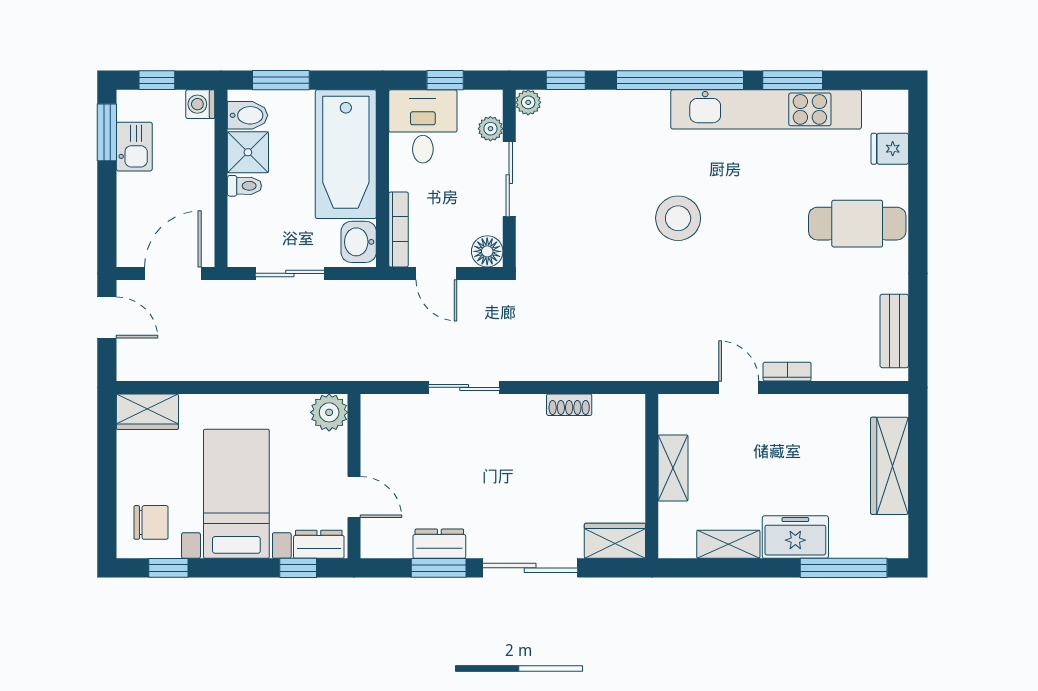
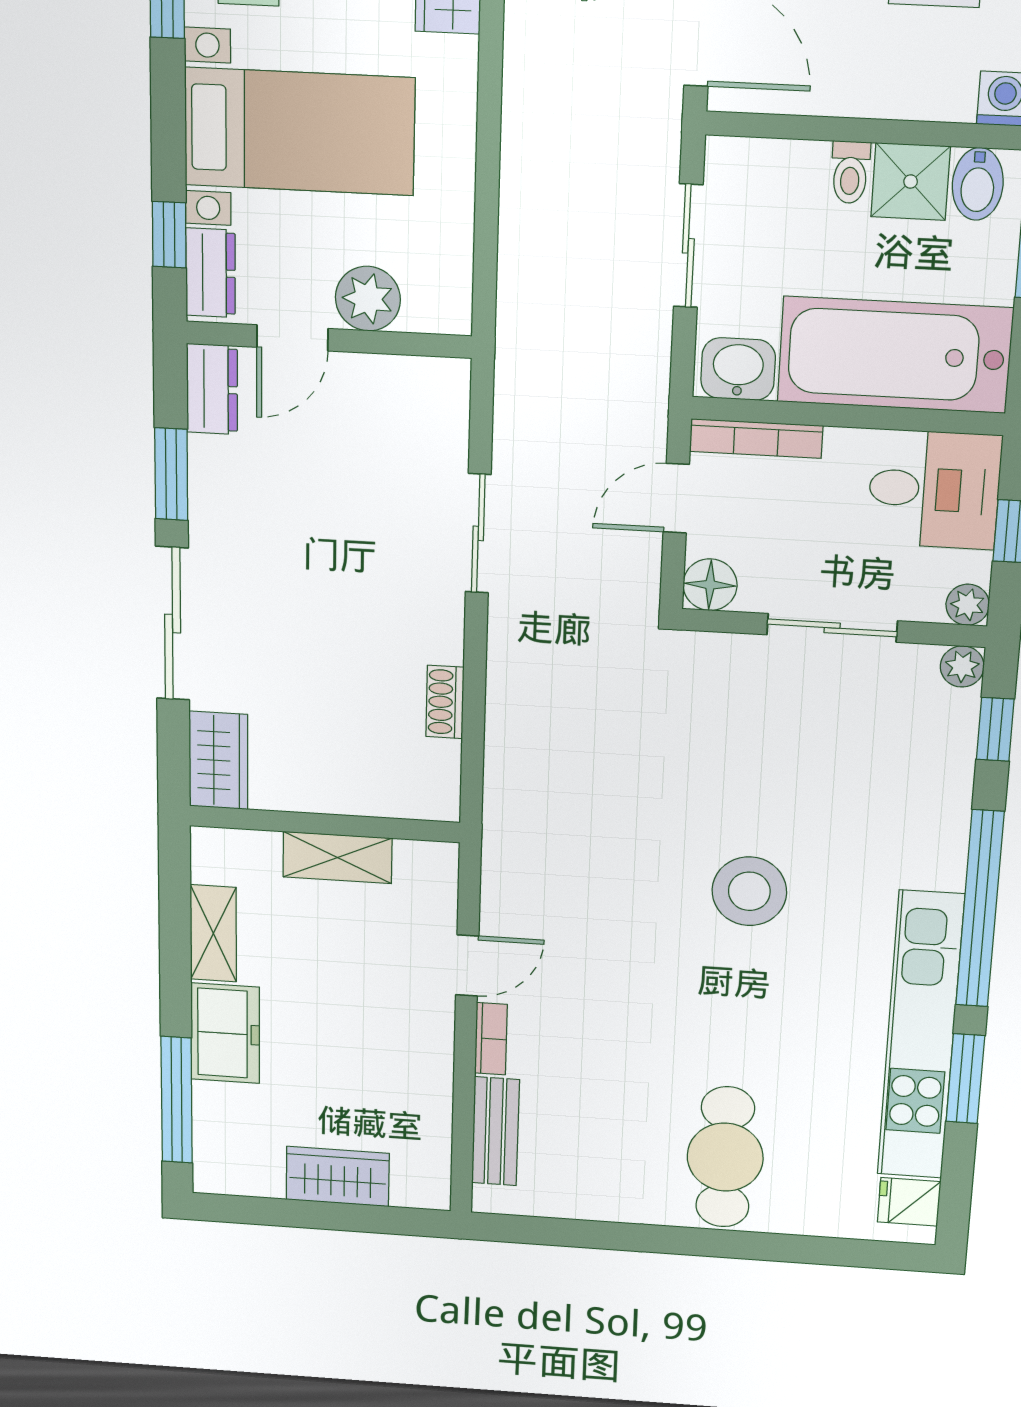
plant: (490, 129) -> (968, 605), moved
fridge: (890, 149) -> (909, 1202), moved, turned -90
bench: (894, 331) -> (495, 1131), moved, turned 90
plant: (329, 412) -> (368, 299), moved
wardrobe: (889, 466) -> (338, 1177), width x0.67
dresser: (439, 544) -> (212, 389), moved

